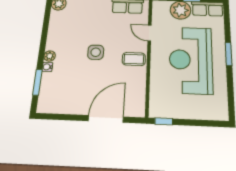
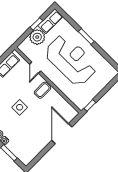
door: (150, 33) -> (35, 68), hinge flipped
reception desk: (191, 60) -> (71, 60), turned 180

